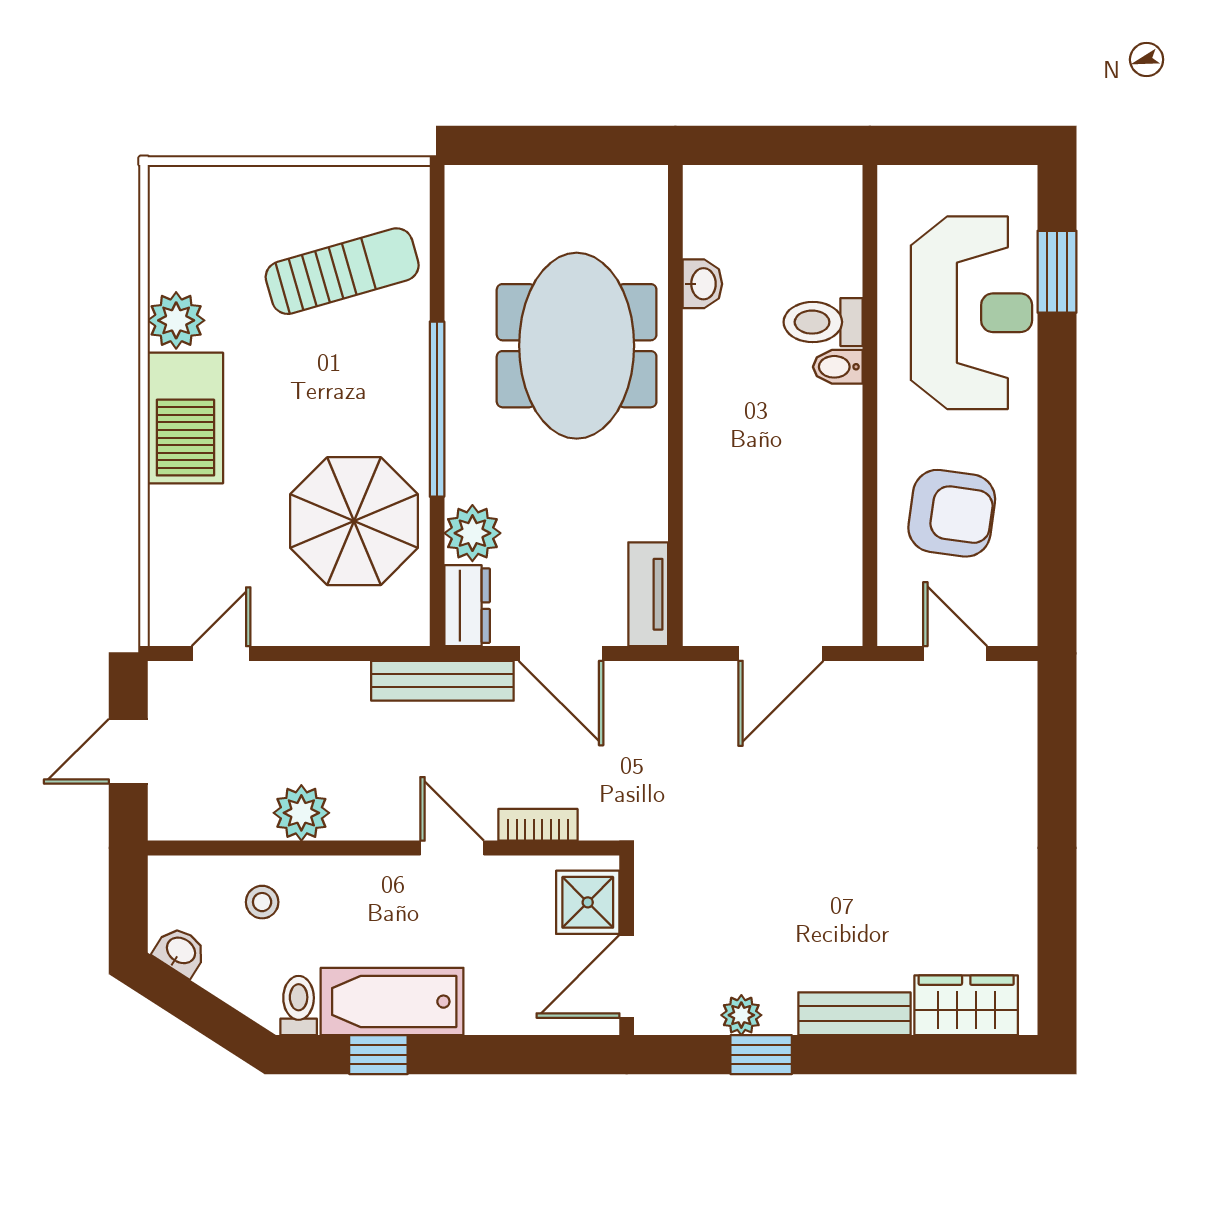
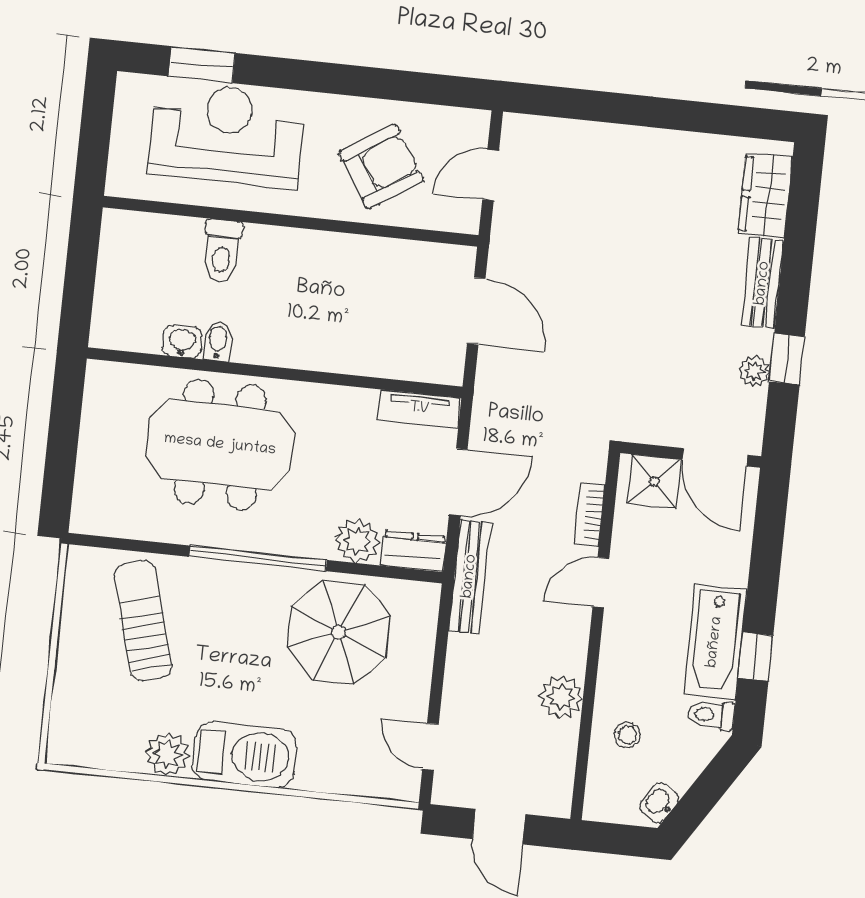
bidet: (838, 367) -> (218, 341), moved, turned 180
armchair: (952, 513) -> (381, 166), turned 49

